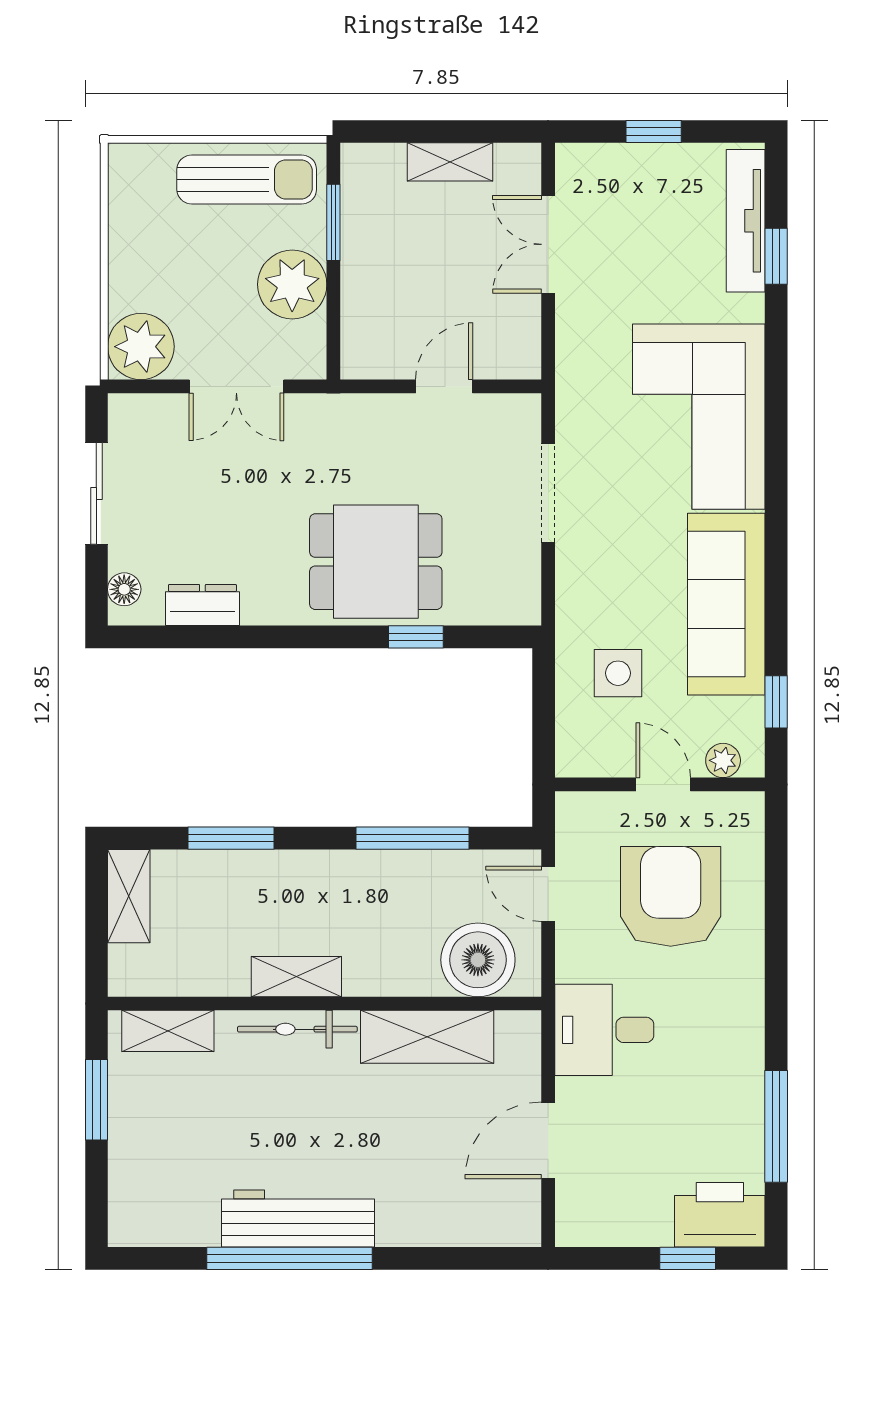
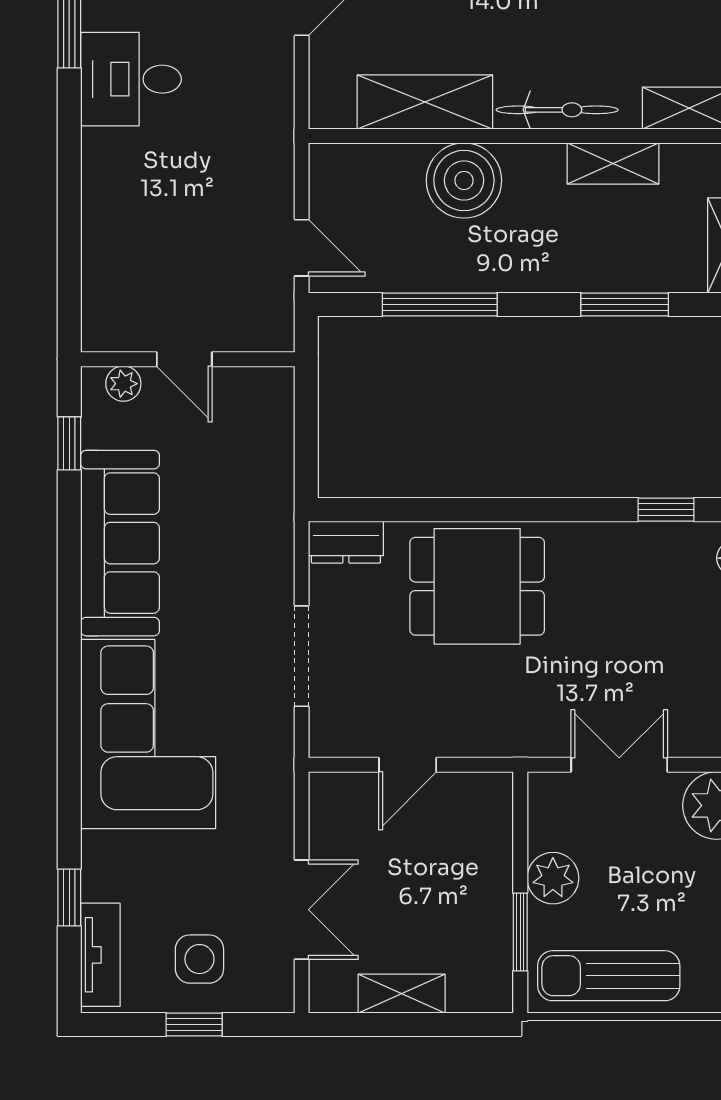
tv unit: (746, 221) -> (100, 955), width x0.71
plant: (292, 284) -> (553, 878), width x0.73, depth x0.73
dresser: (202, 605) -> (346, 542), moved
window: (416, 637) -> (666, 510), moved
side table: (618, 673) -> (199, 959), moved
armchair: (671, 896) -> (177, 245), removed
boiler: (478, 960) -> (464, 180), moved
shelving: (296, 977) -> (613, 163), moved
desk: (604, 1030) -> (131, 79), moved, turned 180

